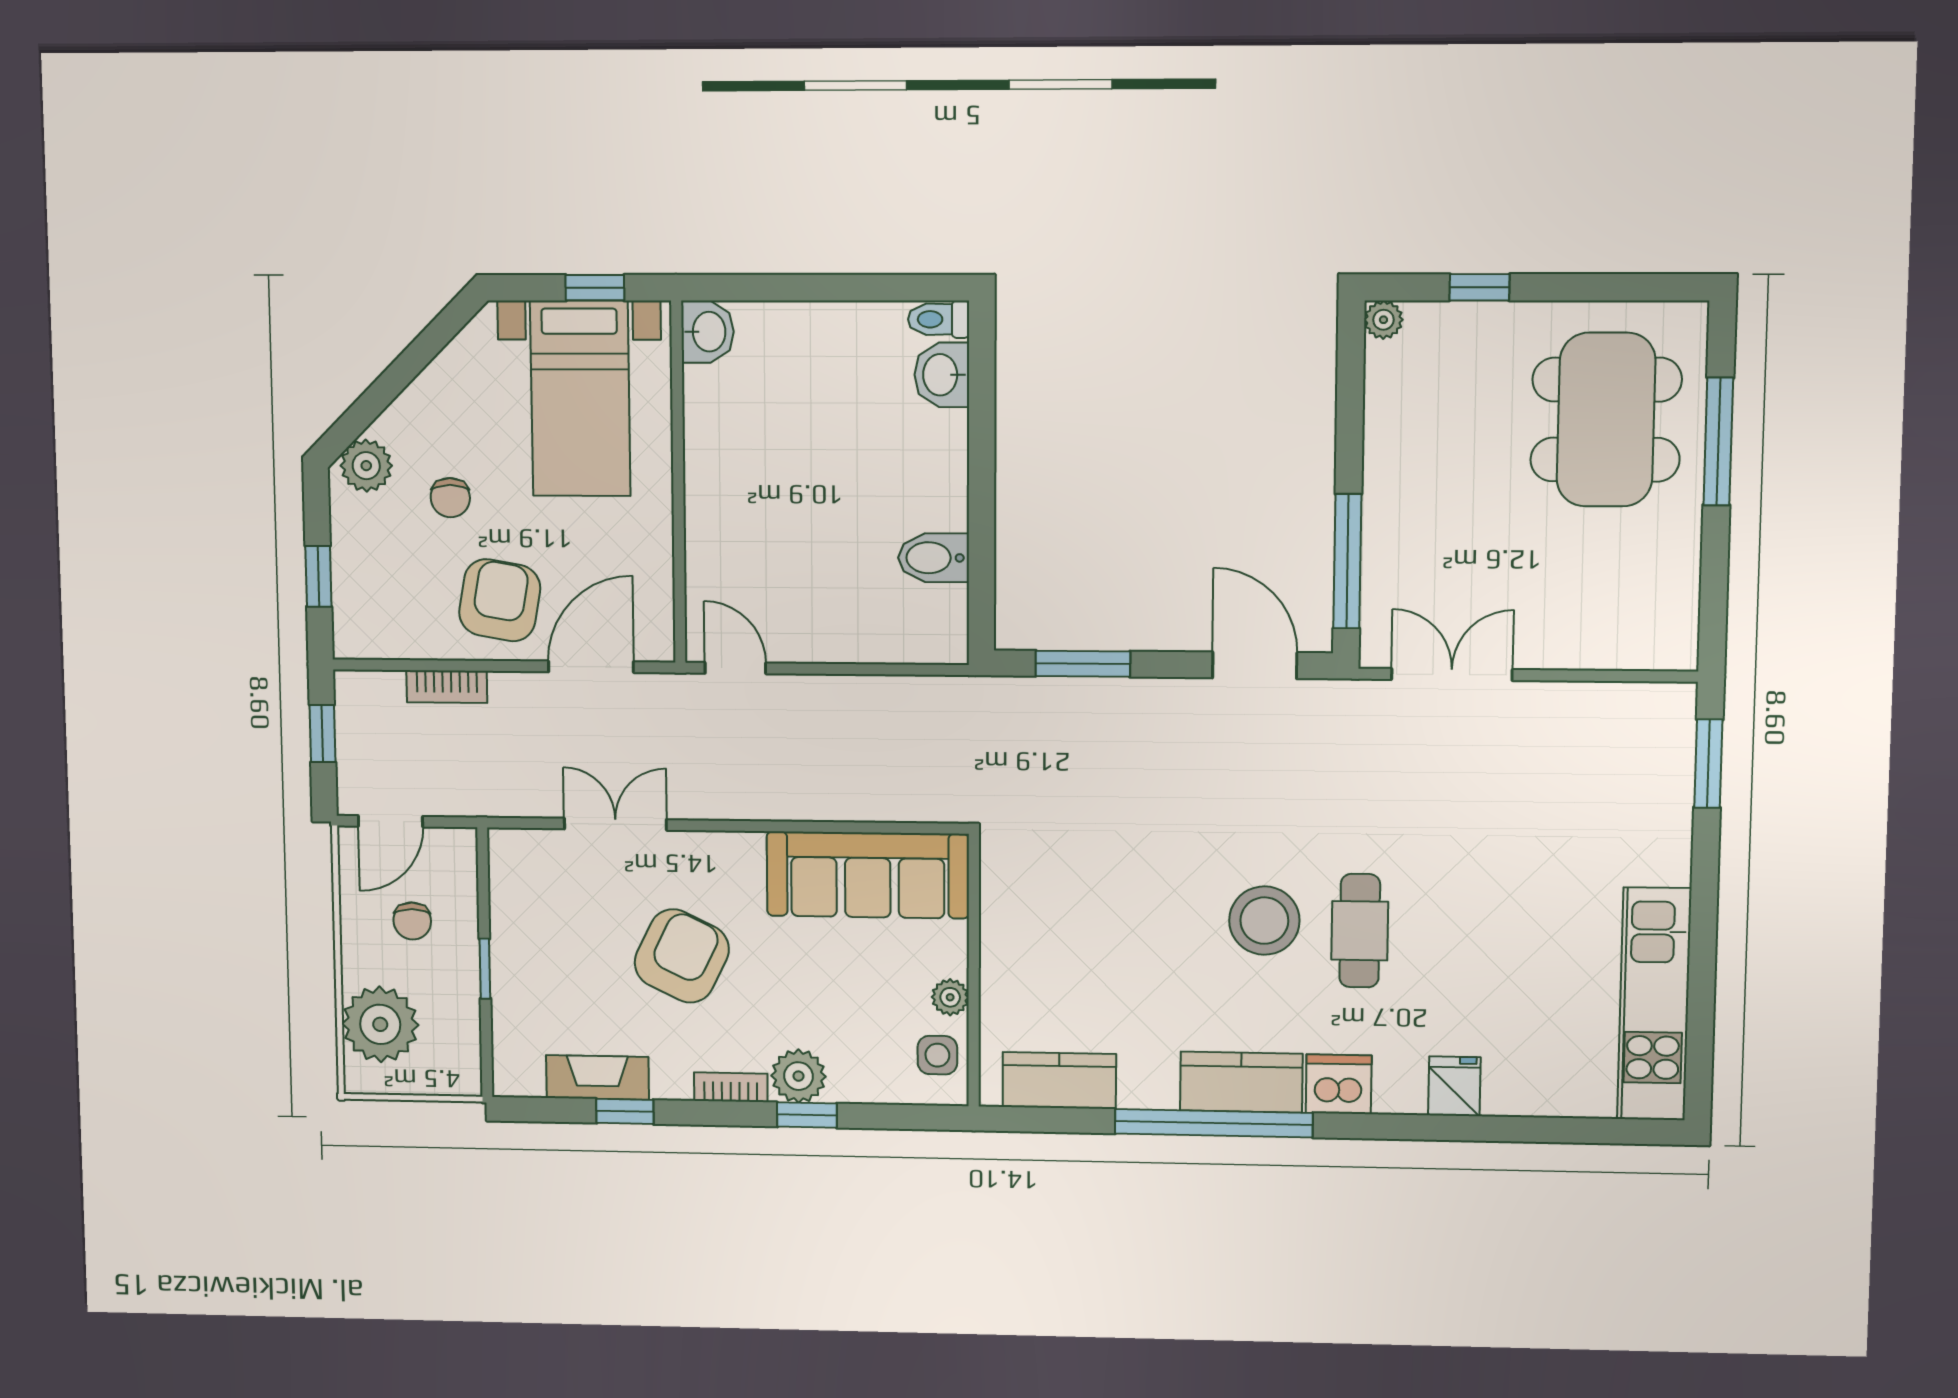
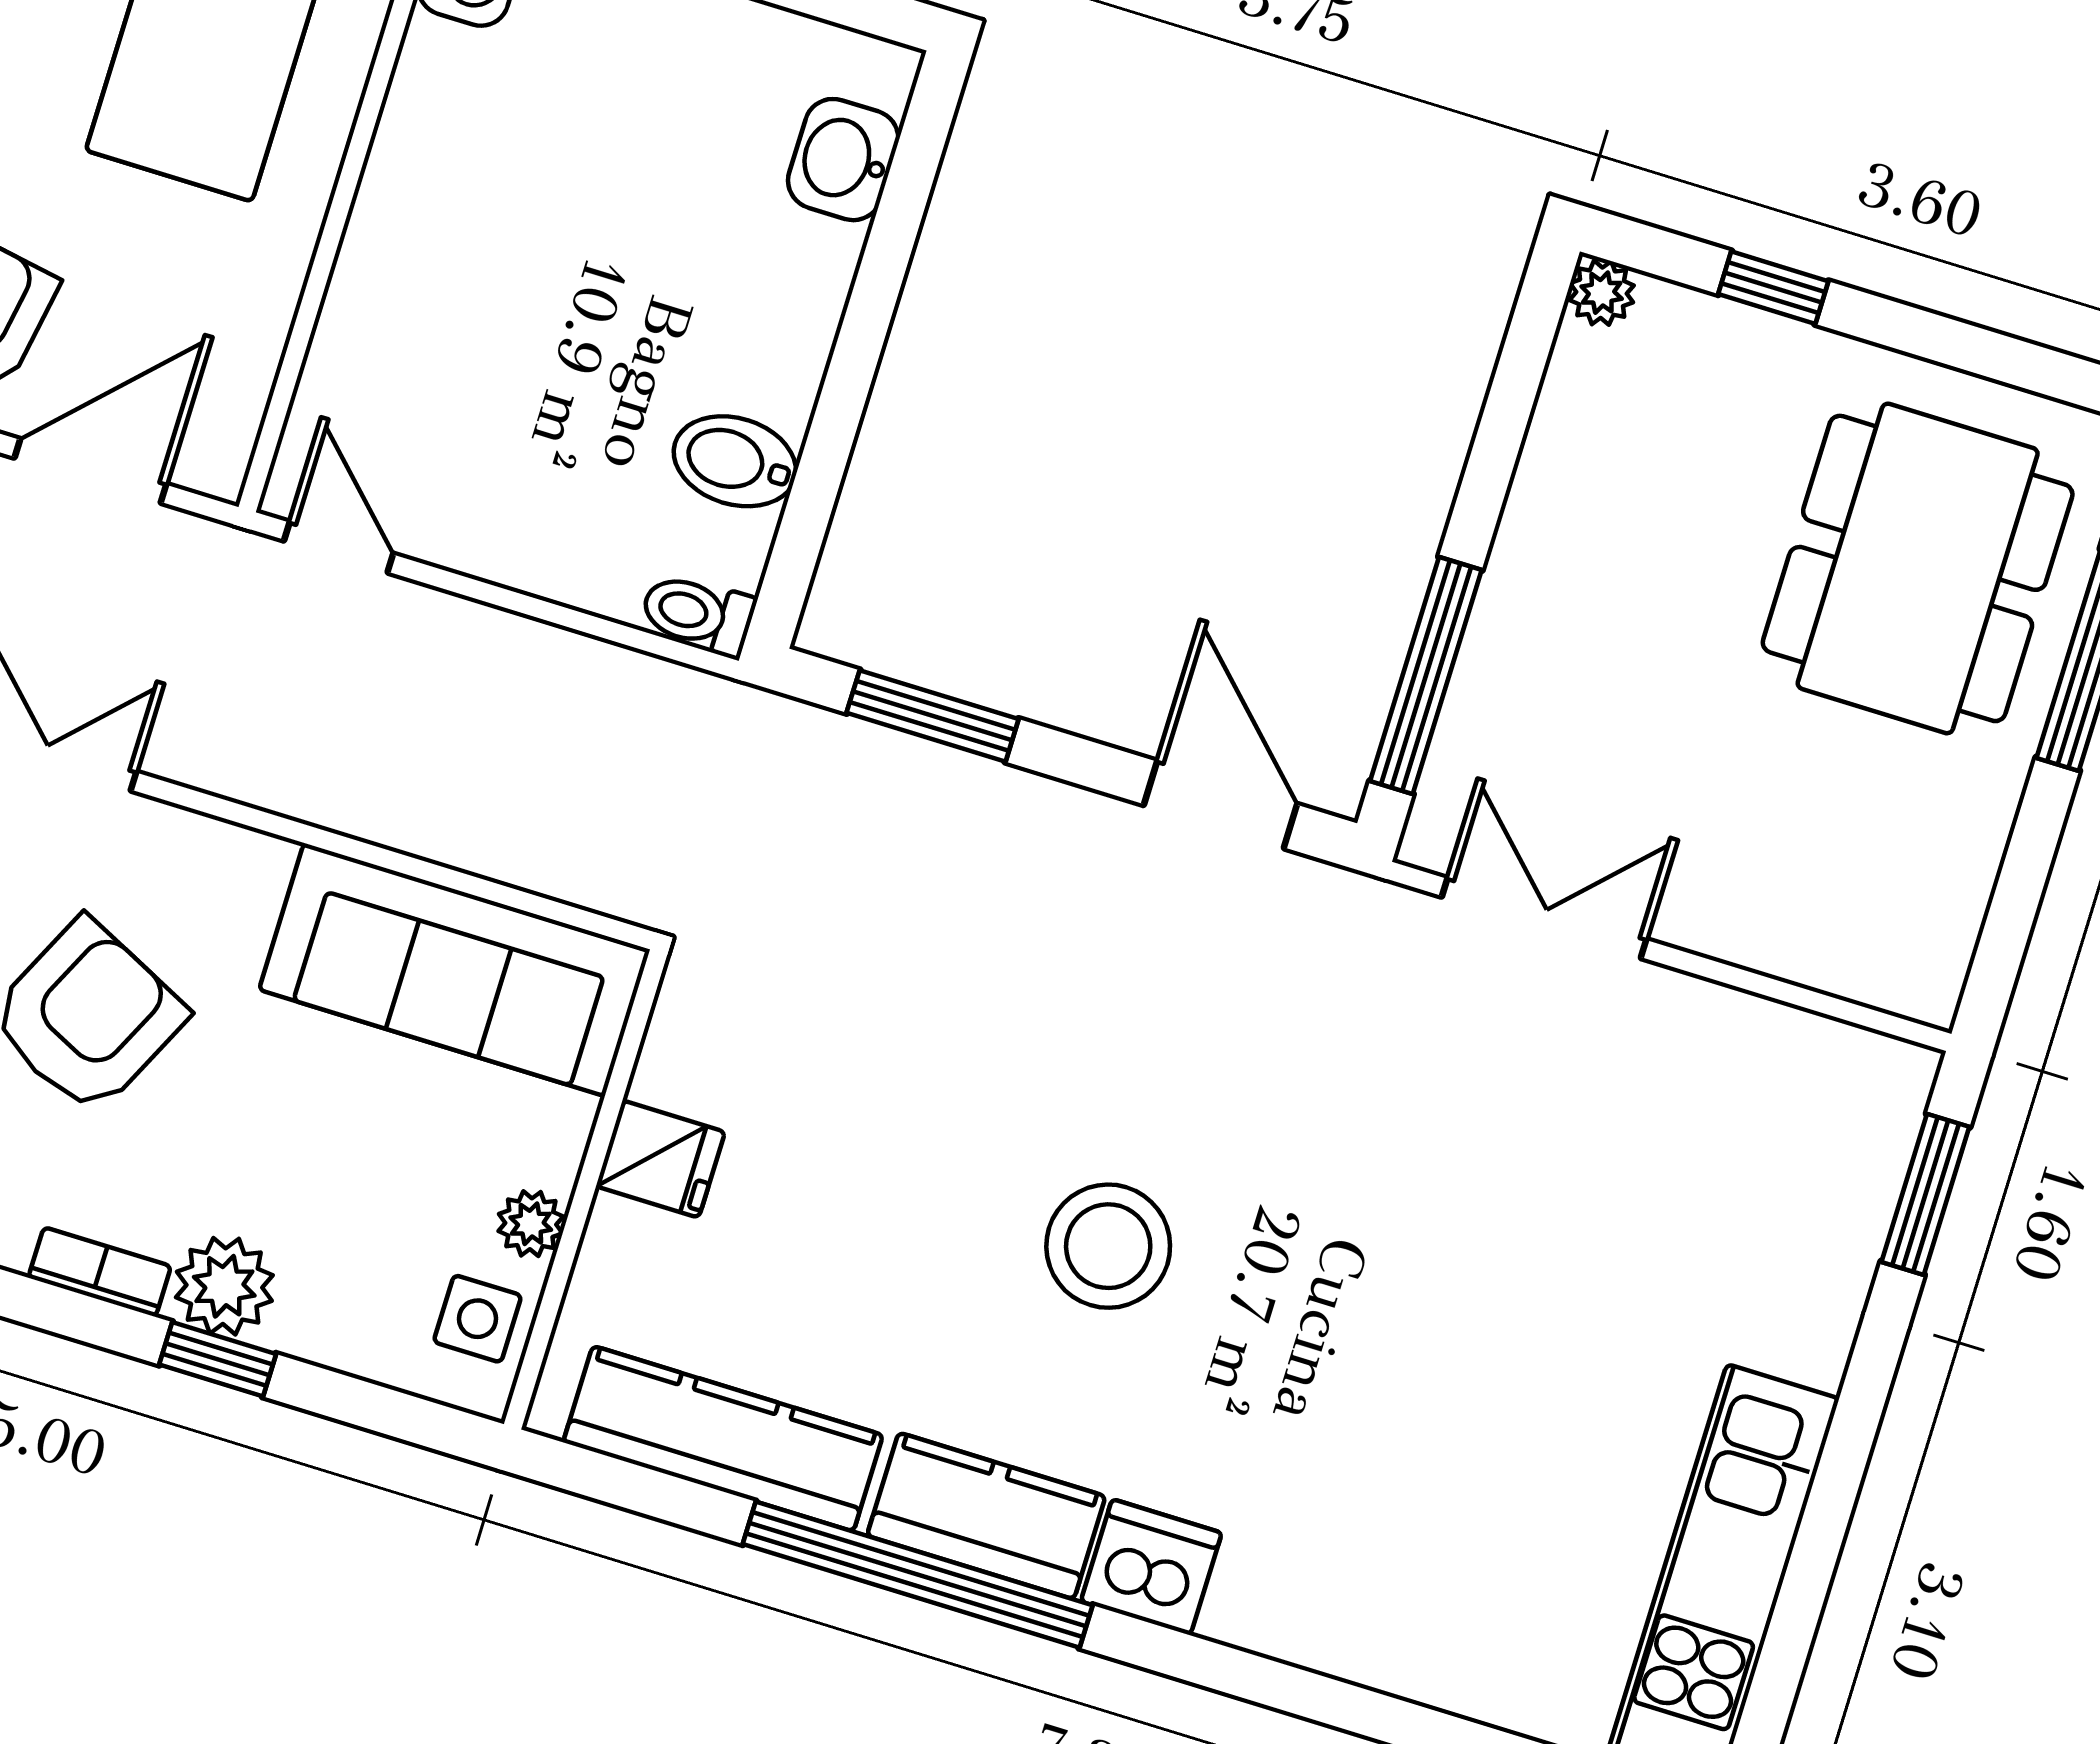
toilet: (939, 319) -> (698, 614), moved
cafe table: (1360, 931) -> (1264, 1311), removed
kitchen counter: (1059, 1081) -> (723, 1439), width x1.50
fridge: (1454, 1086) -> (660, 1159), moved, turned 90

